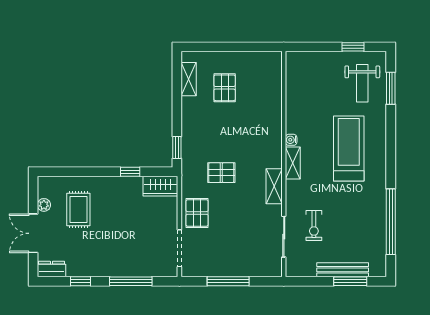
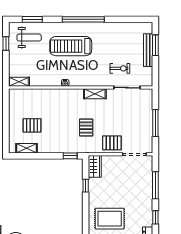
shelving: (293, 163) -> (19, 82), moved
rug: (78, 210) -> (110, 219), width x1.36, depth x1.43
window: (391, 222) -> (83, 19), moved

